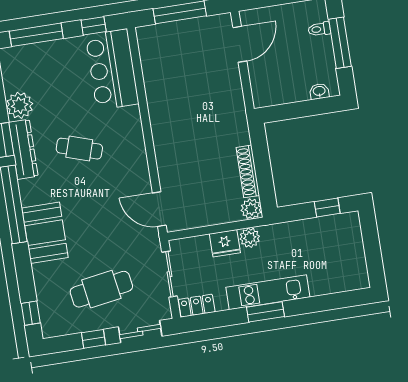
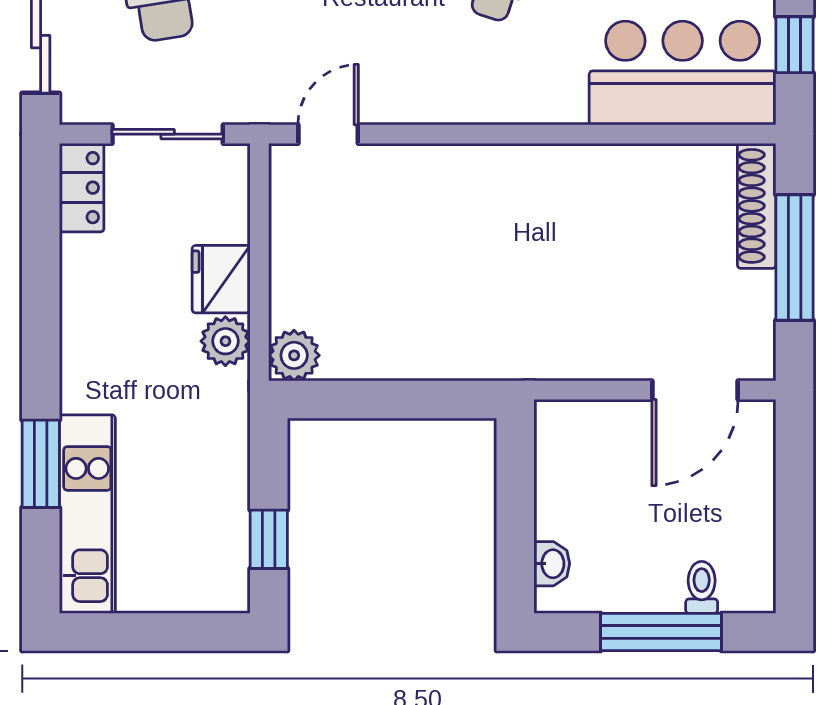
door: (240, 44) -> (695, 390), hinge flipped
shoe rack: (248, 171) -> (757, 206), moved, turned -90
door: (159, 209) -> (328, 134), width x0.73
kitchen unit: (268, 292) -> (87, 514), moved
window: (265, 312) -> (41, 464), moved

